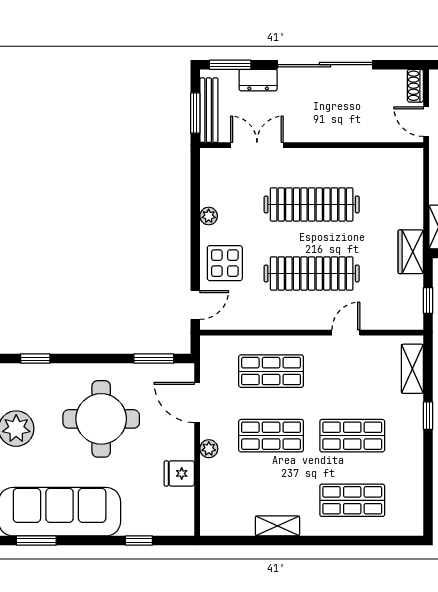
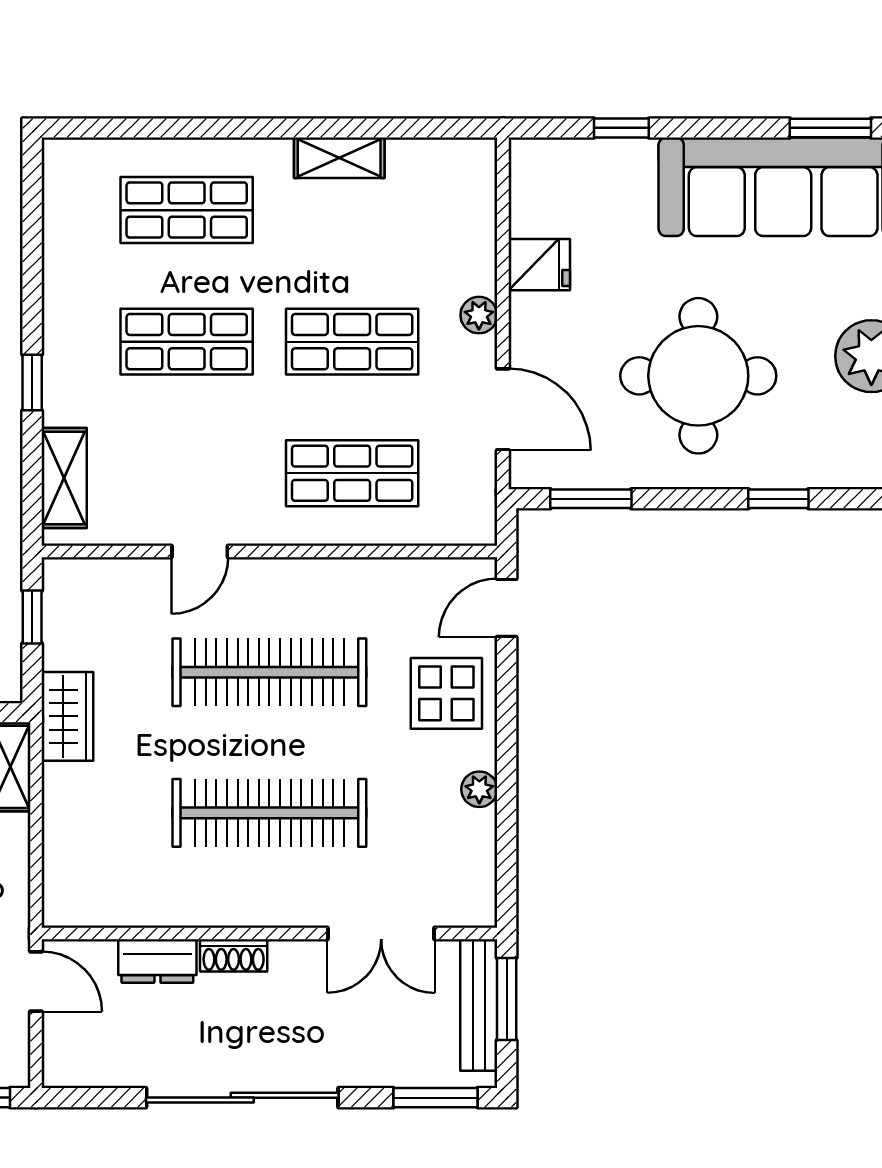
dresser: (258, 80) -> (157, 961), moved, turned 180
shoe rack: (415, 86) -> (234, 955), moved, turned 90
window: (35, 359) -> (778, 499), moved

